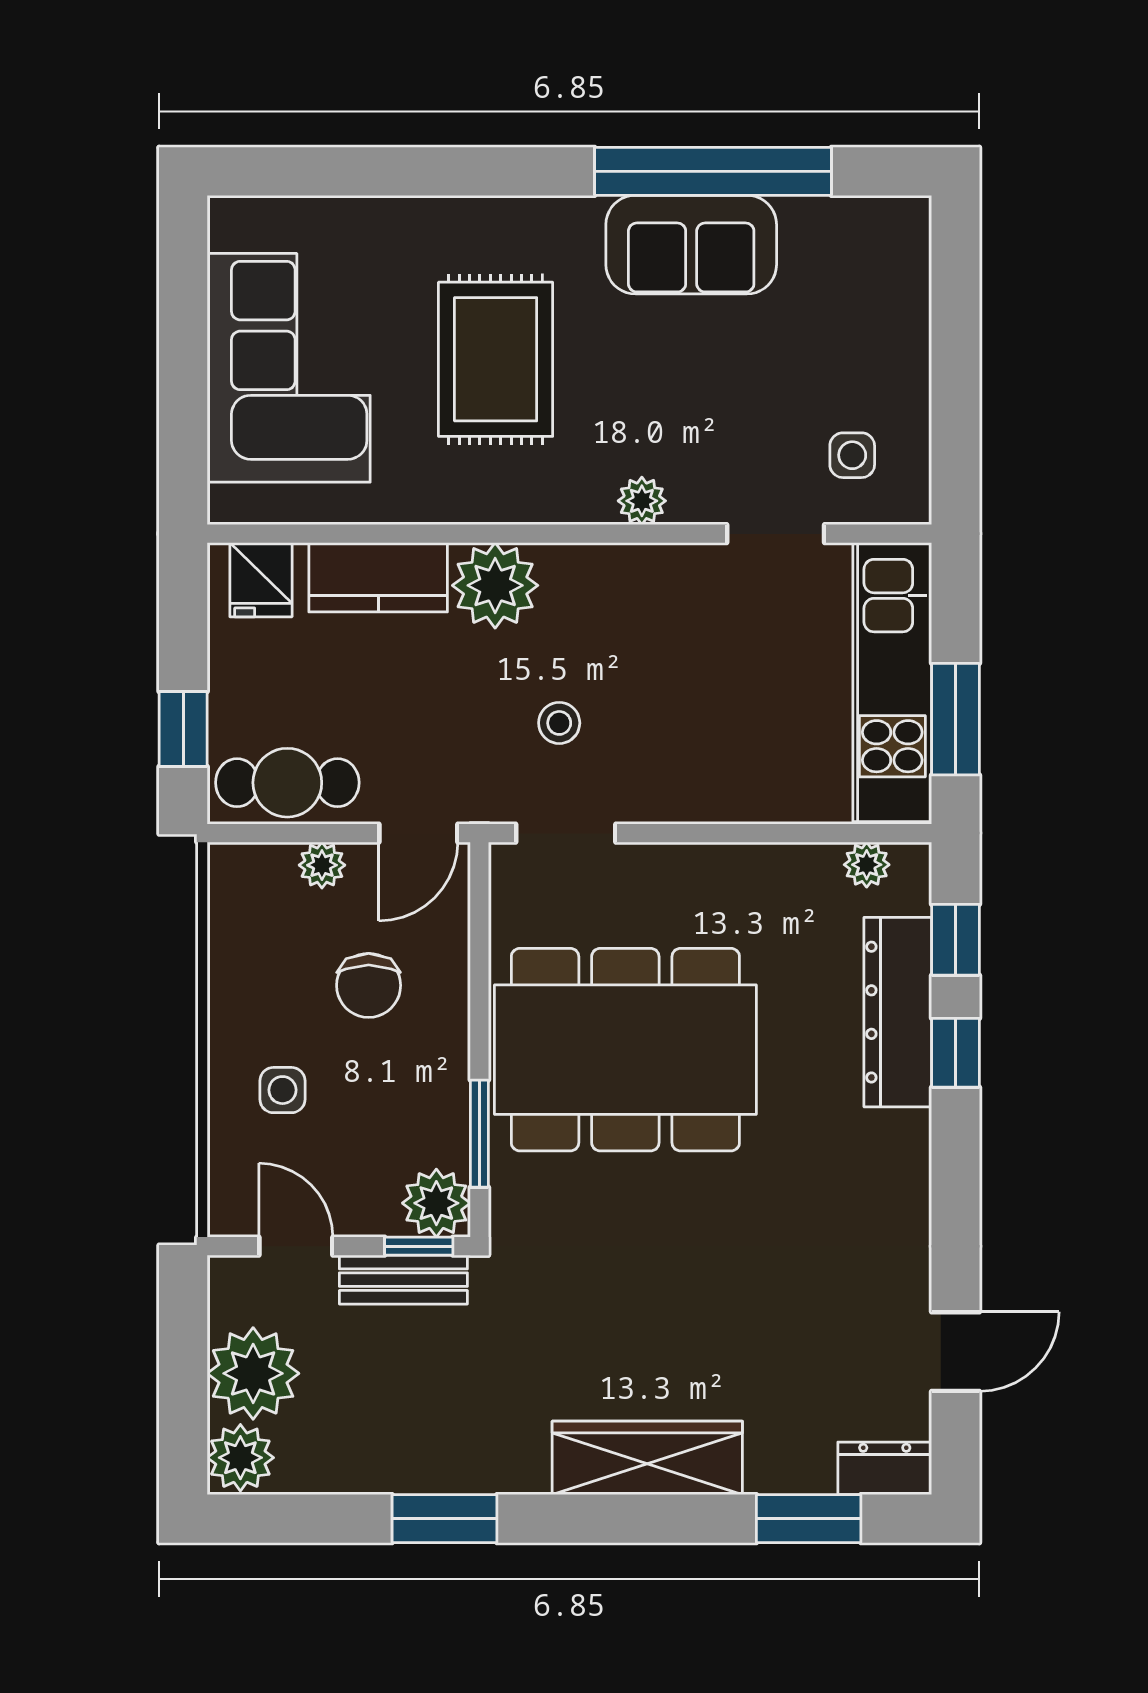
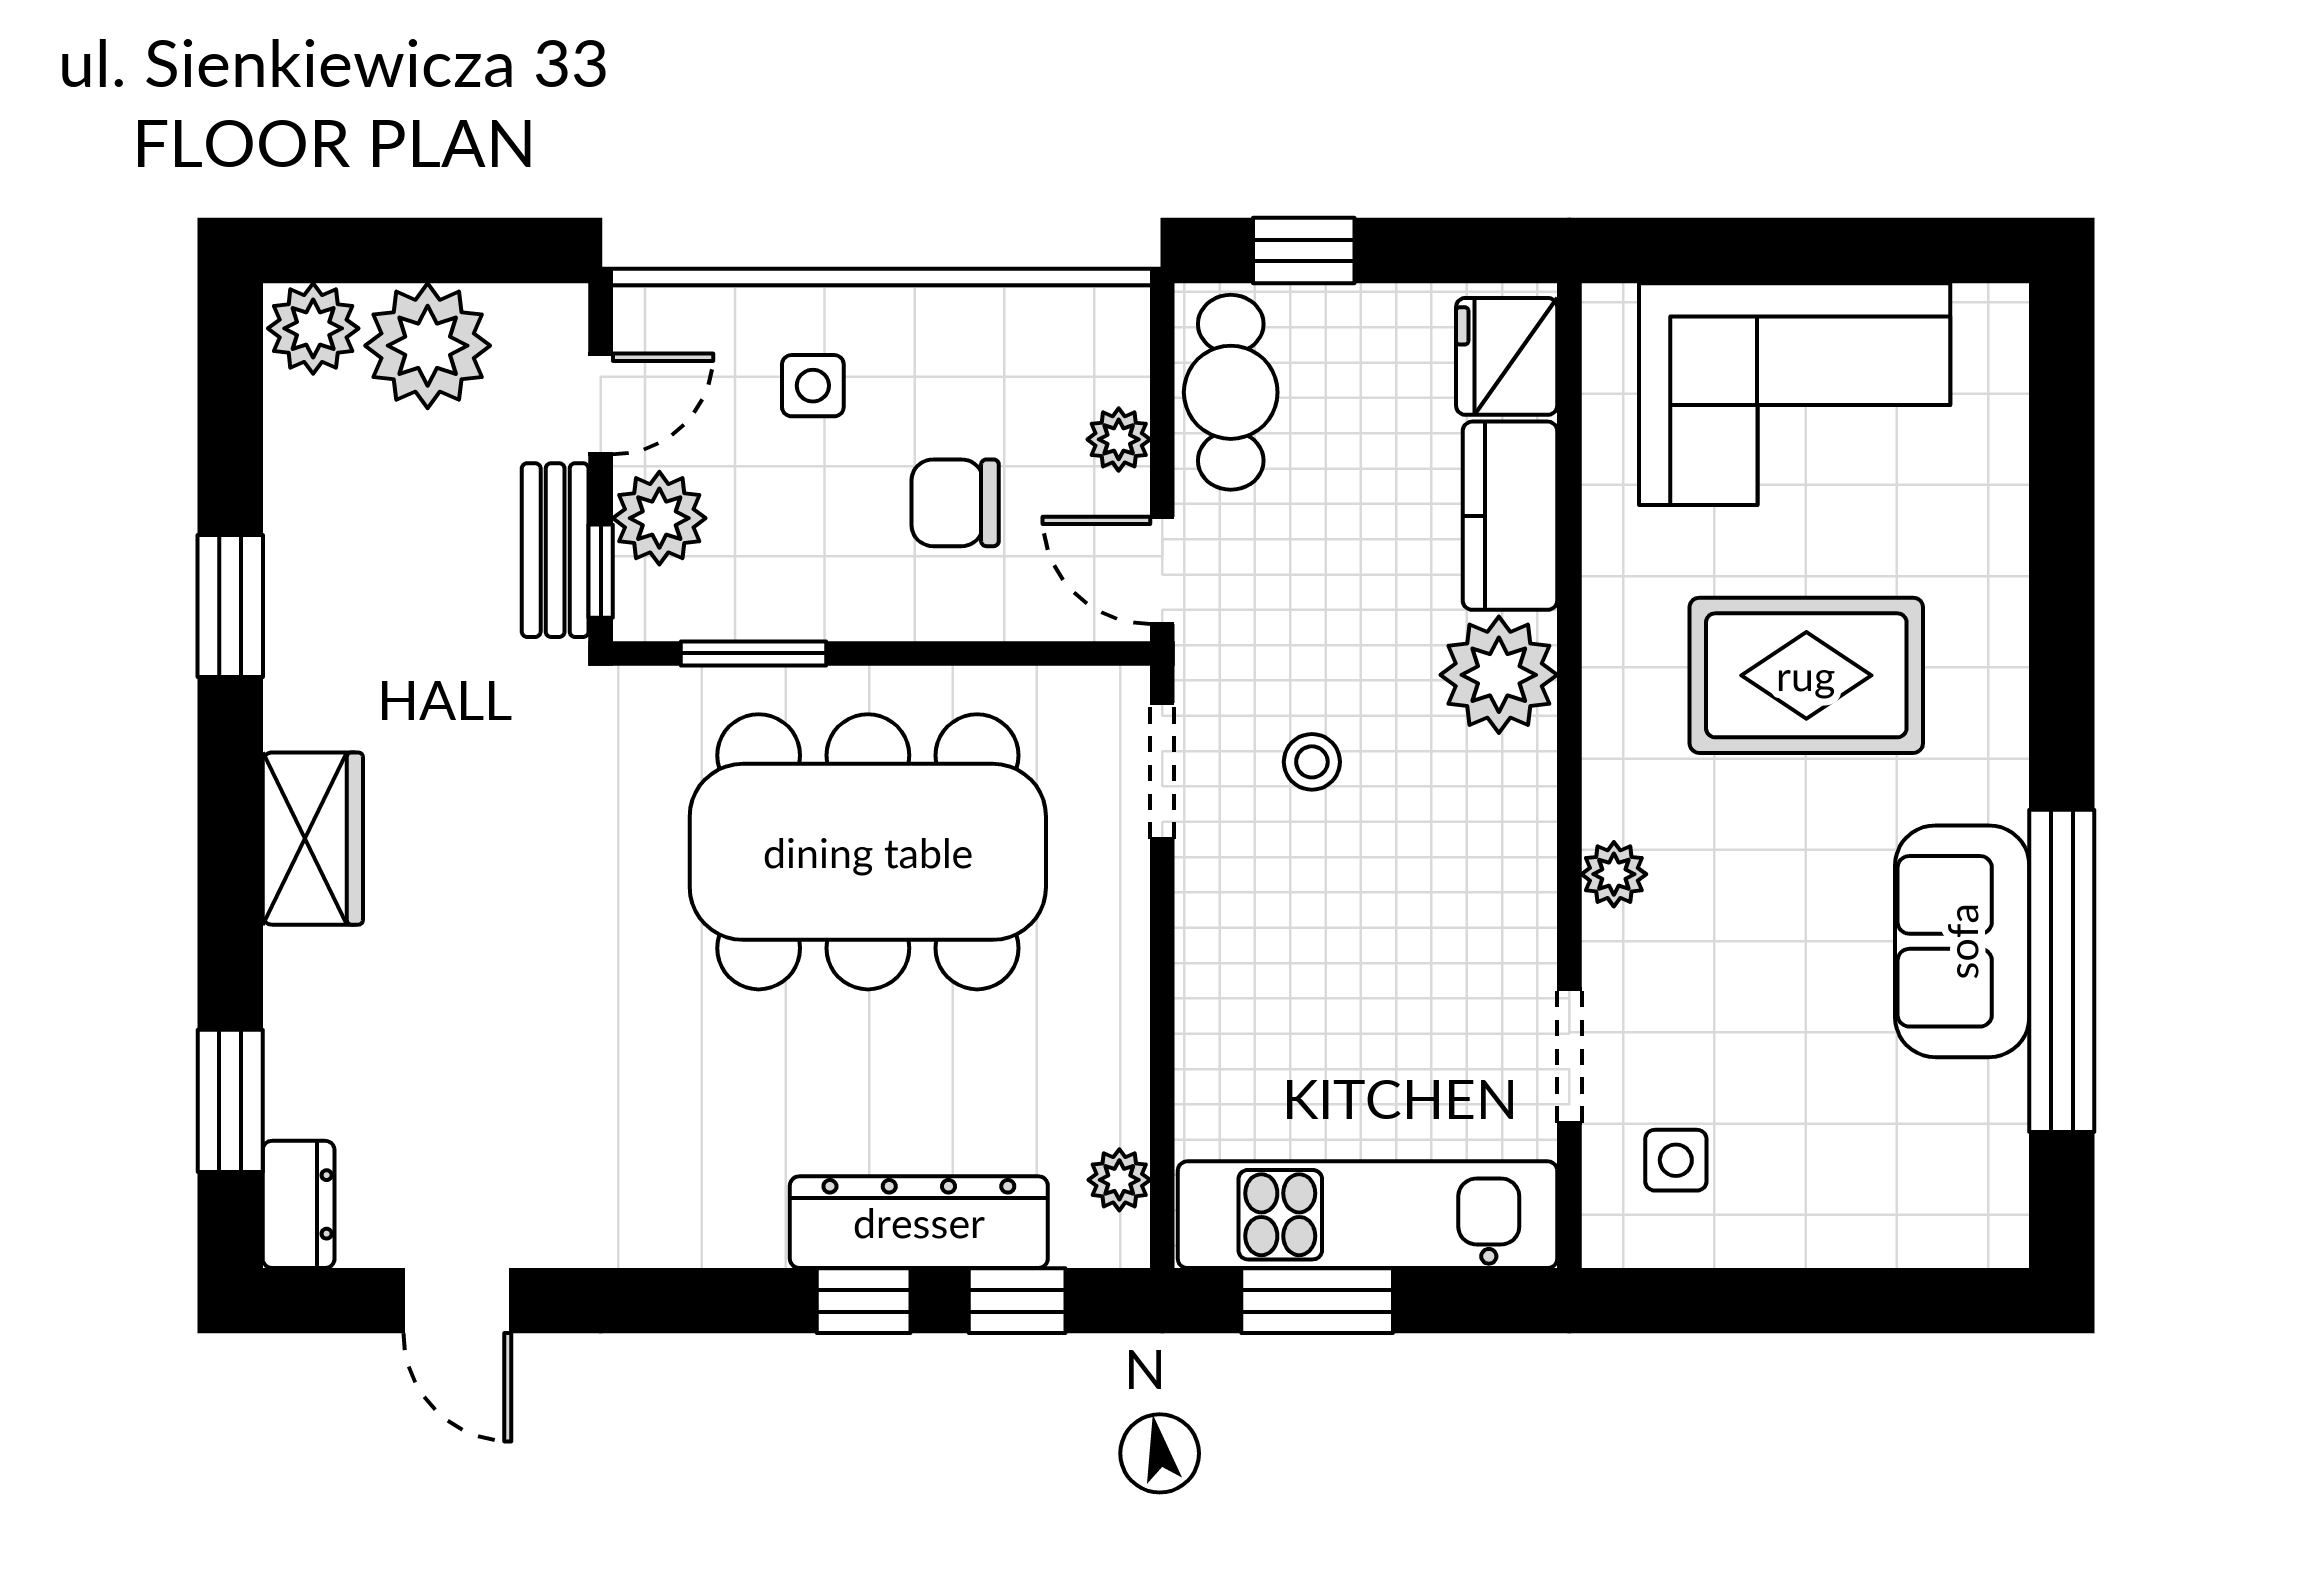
fridge: (261, 580) -> (1507, 356), width x1.38
dining table: (625, 1050) -> (868, 852), turned 90
plant: (436, 1203) -> (659, 518), moved
wardrobe: (647, 1458) -> (313, 839), width x0.67

